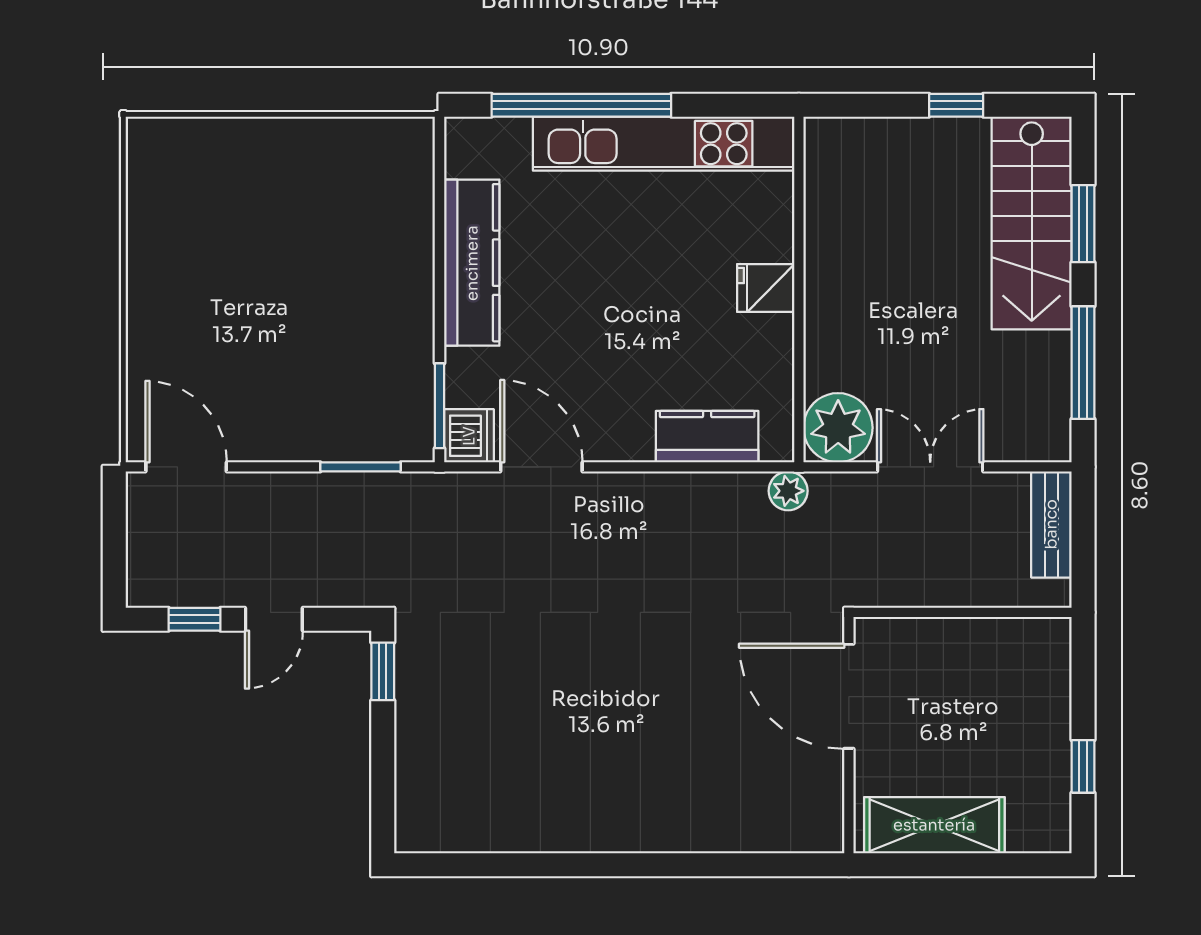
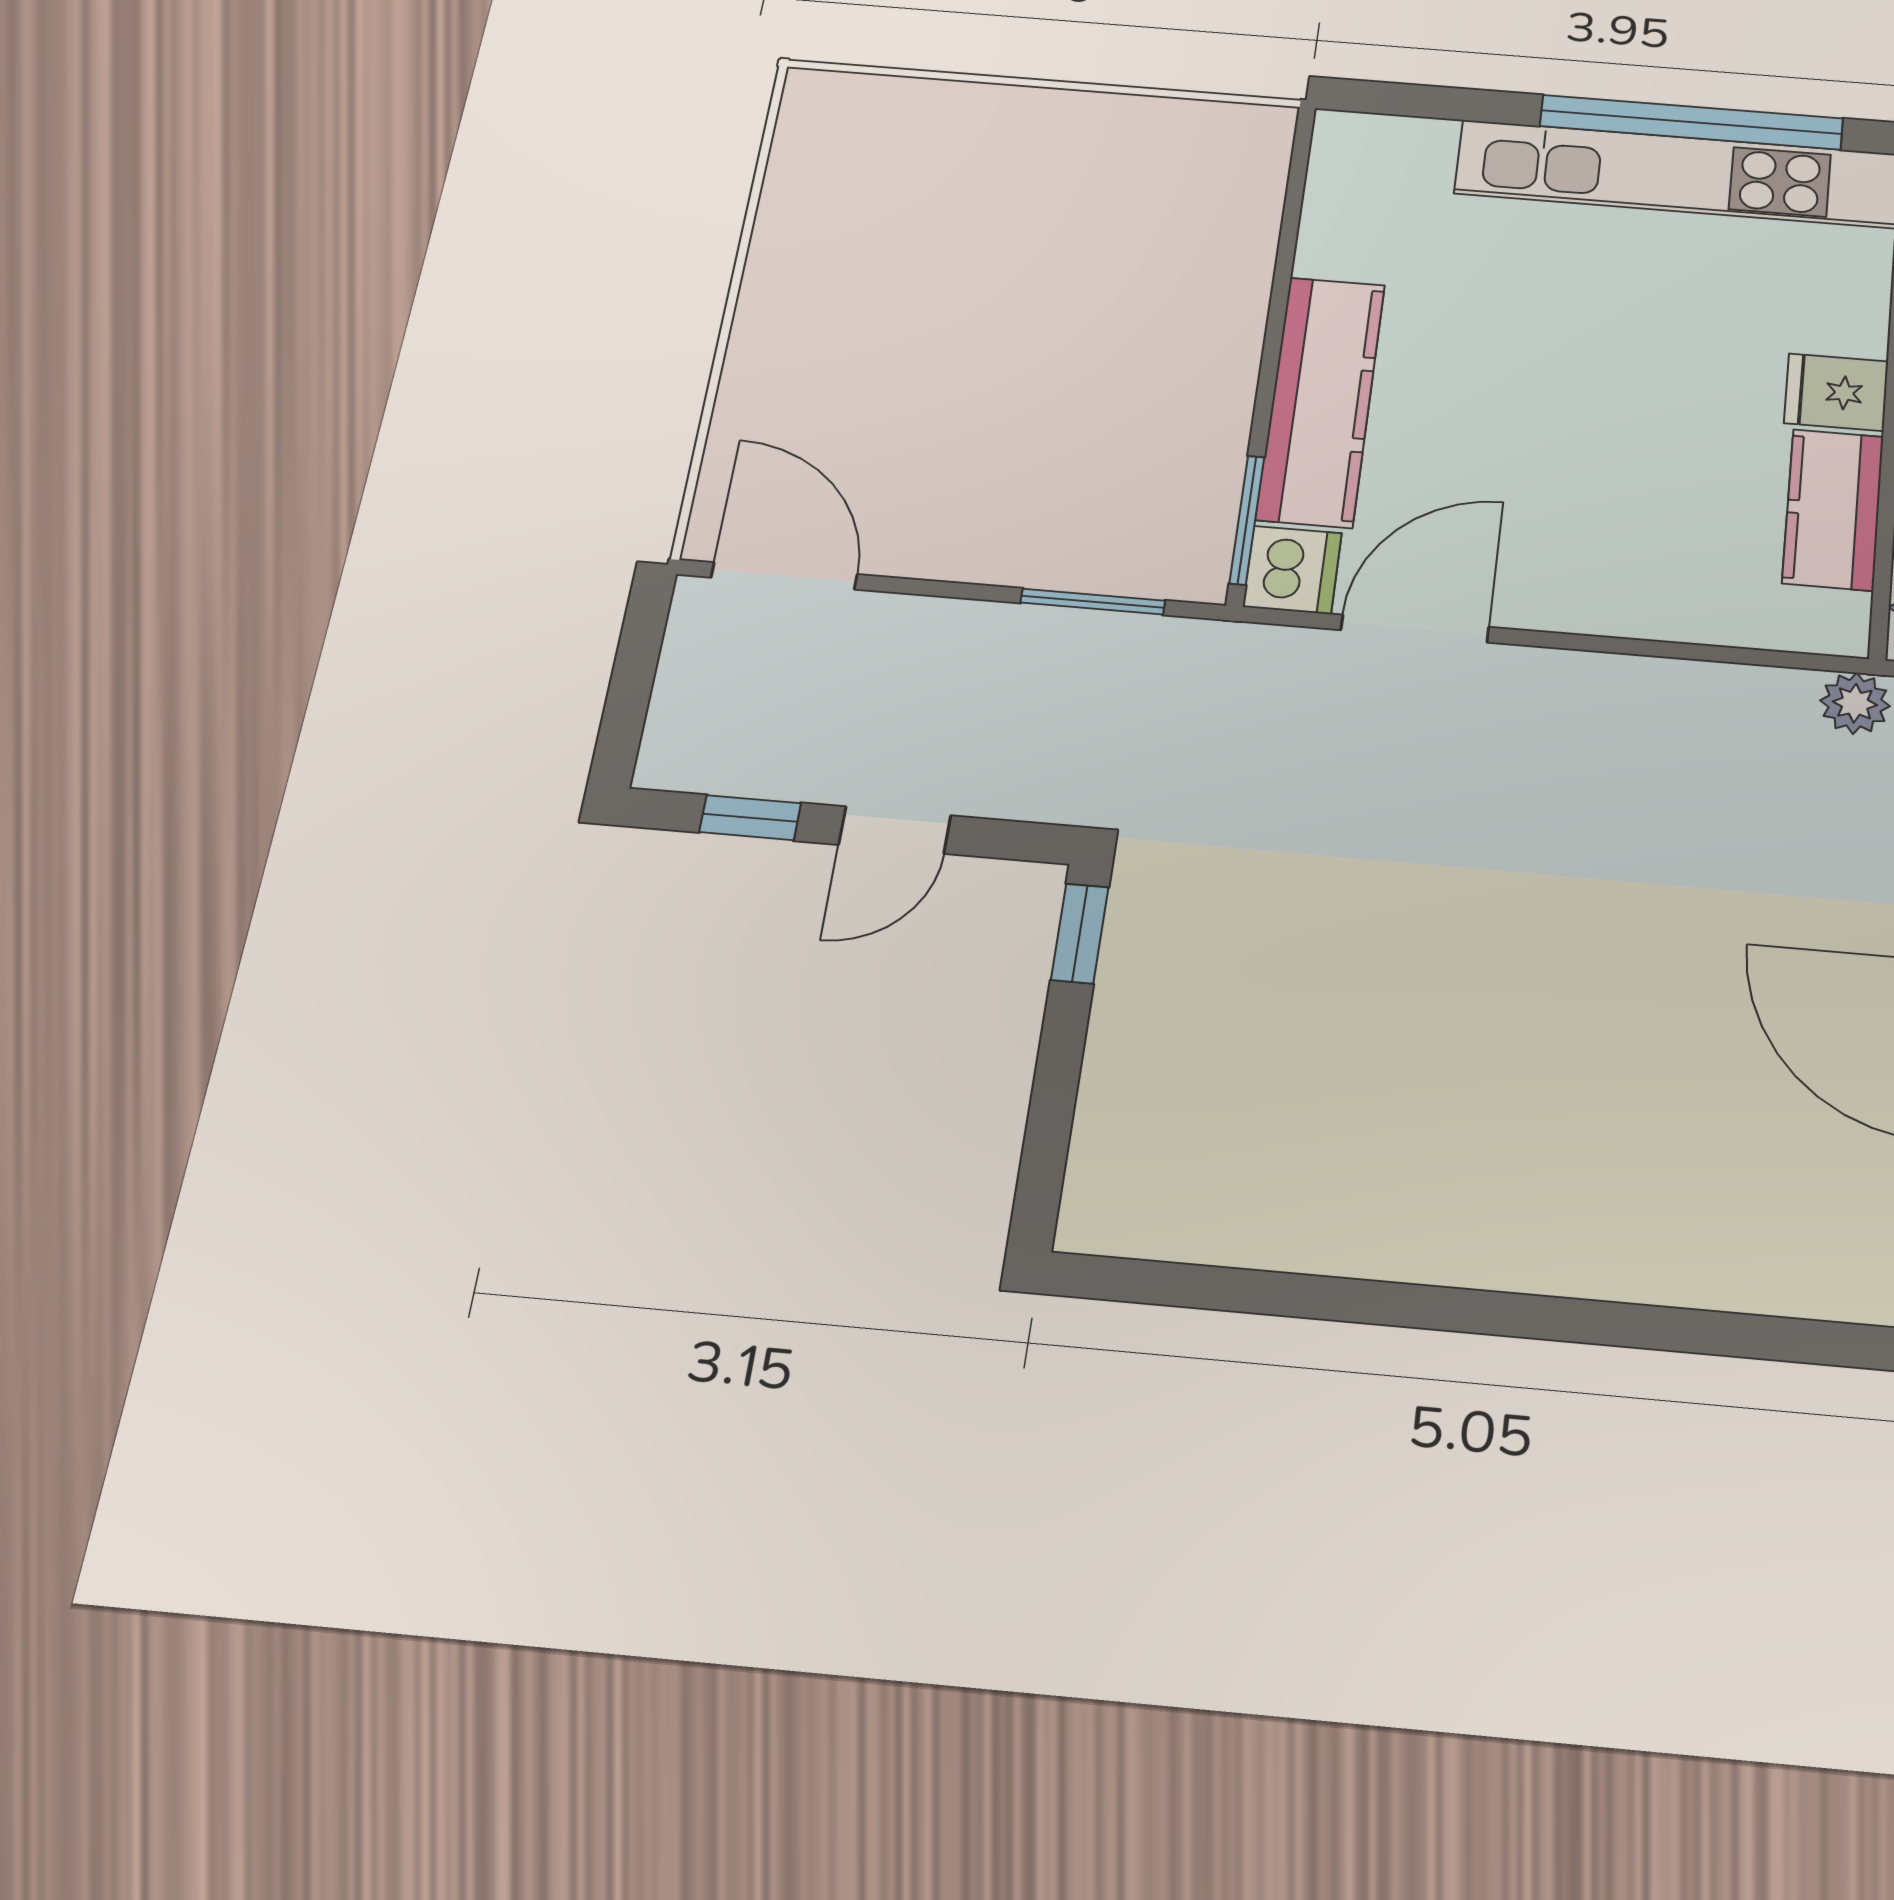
window: (581, 105) -> (1691, 122), moved
kitchen counter: (472, 263) -> (1321, 401), moved
kitchen counter: (707, 437) -> (1833, 510), moved, turned -90
door: (541, 467) -> (1415, 629), hinge flipped

